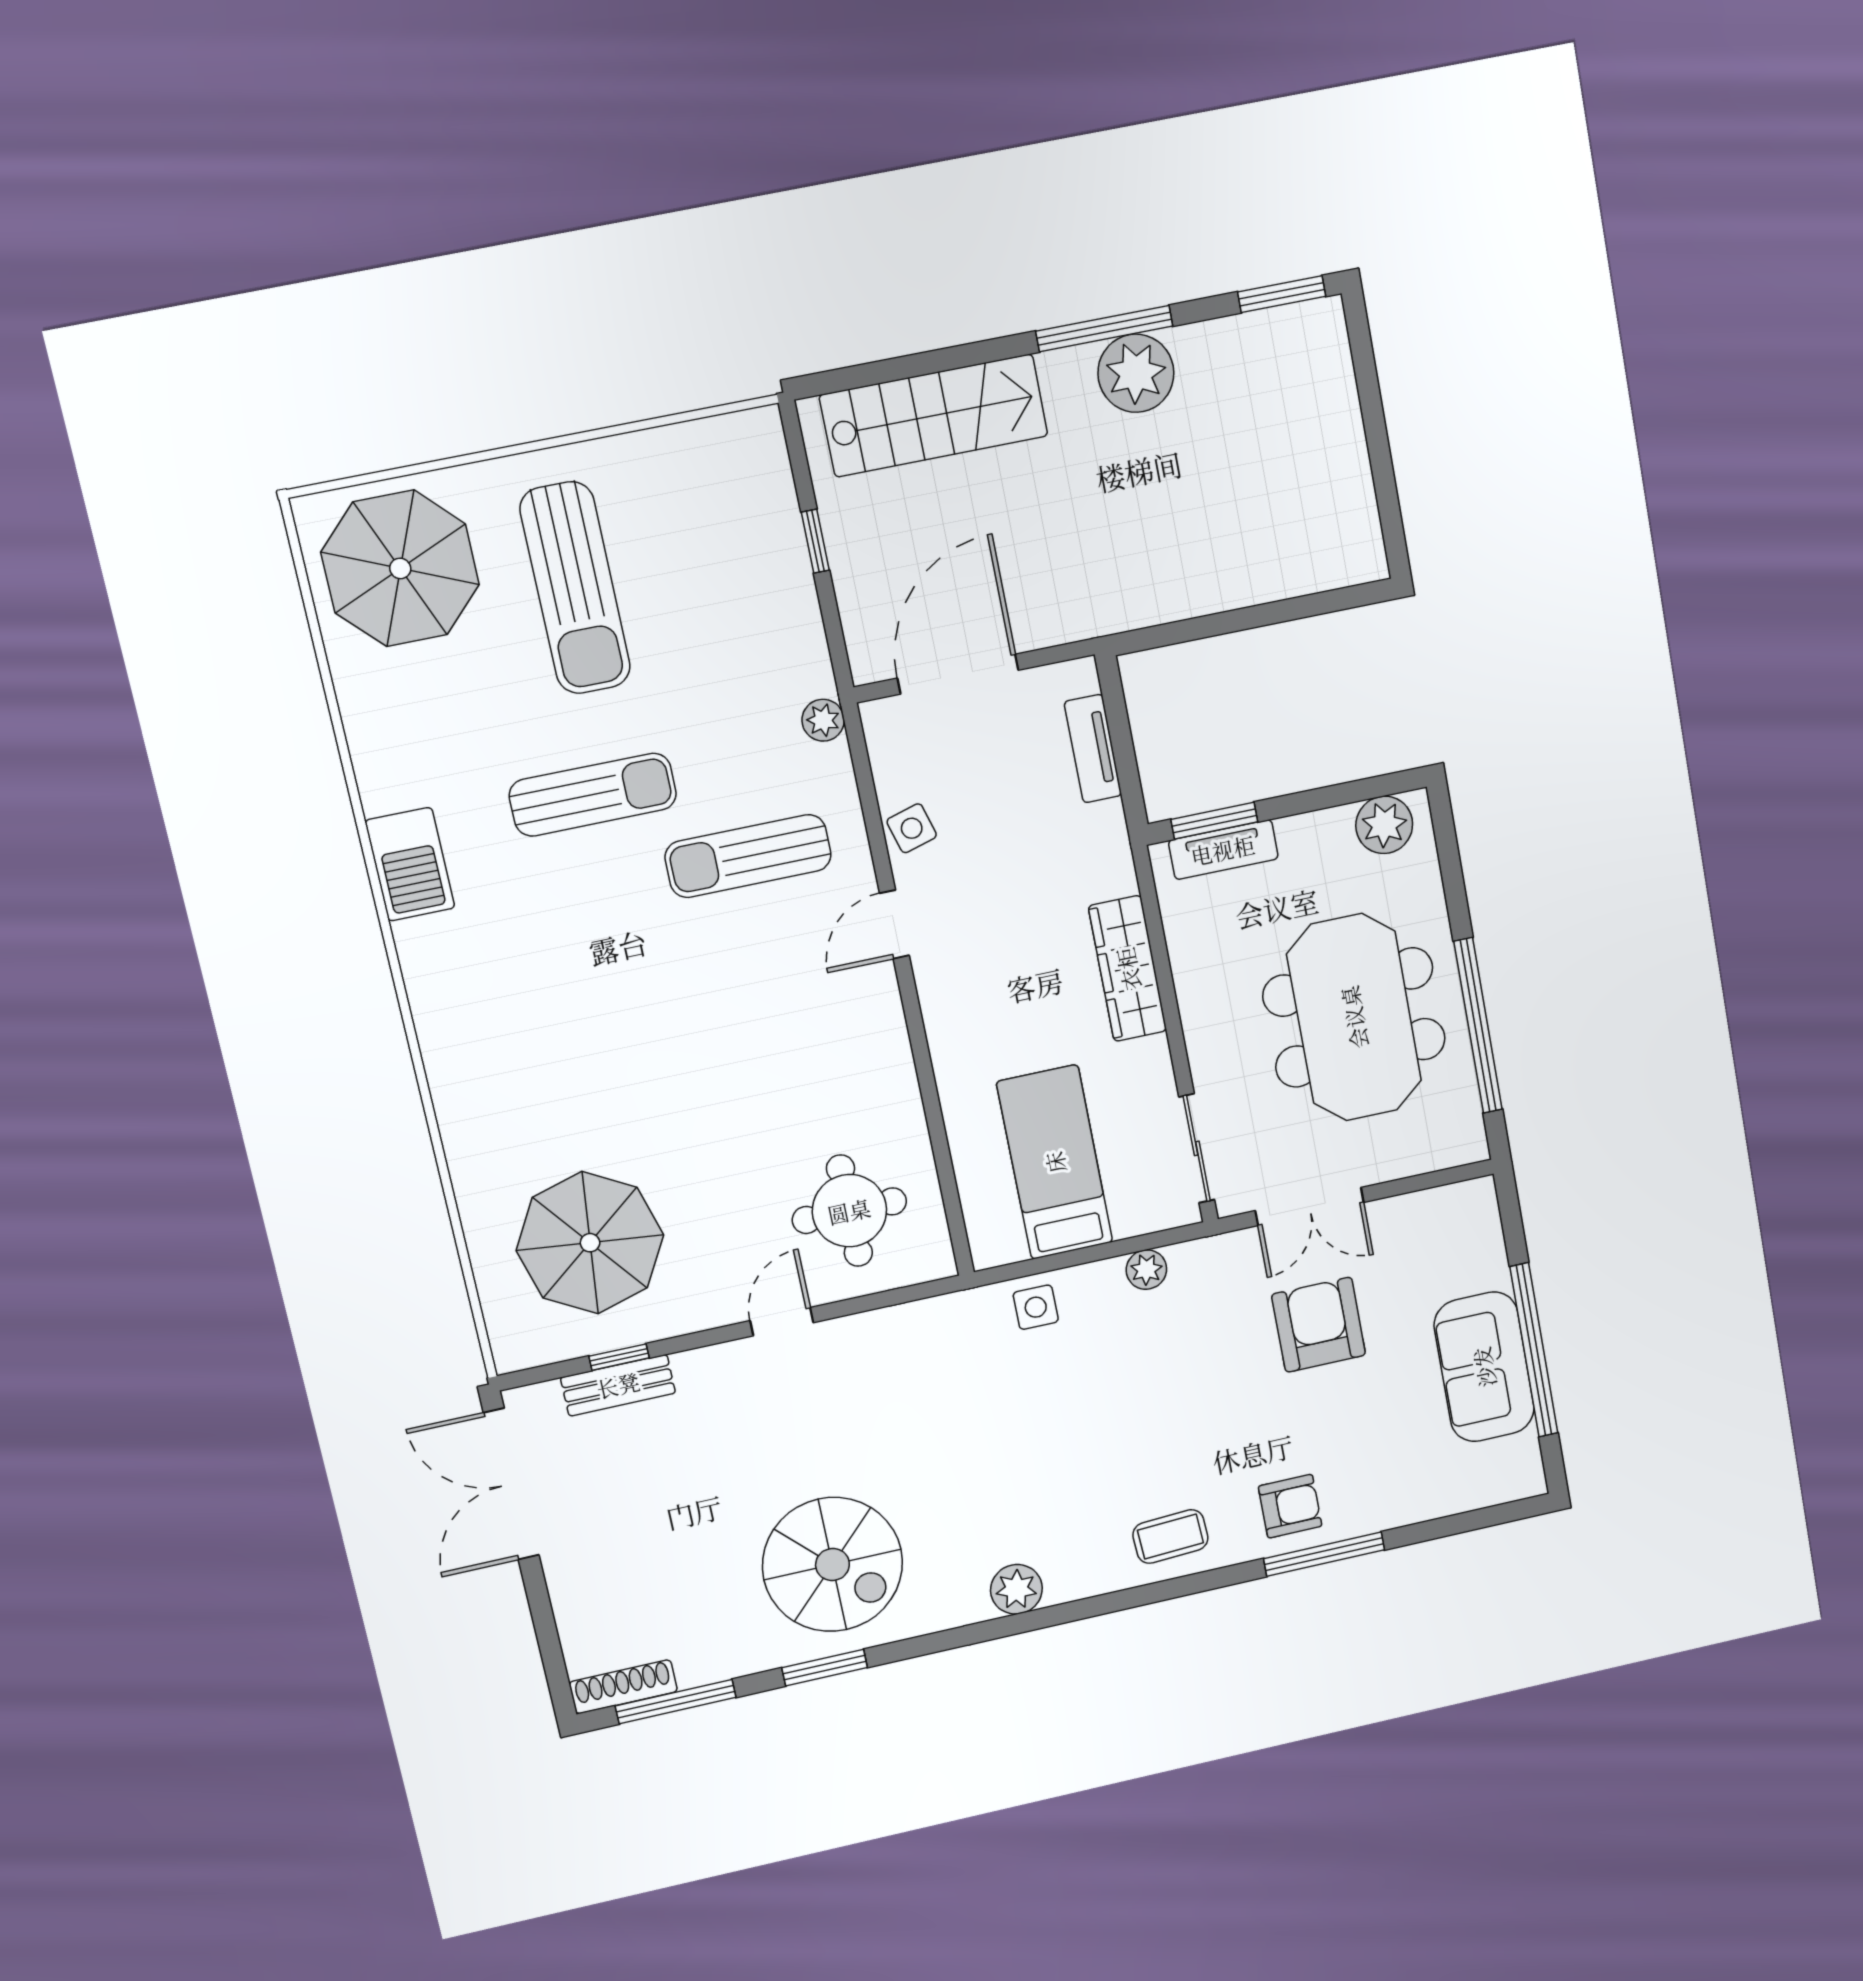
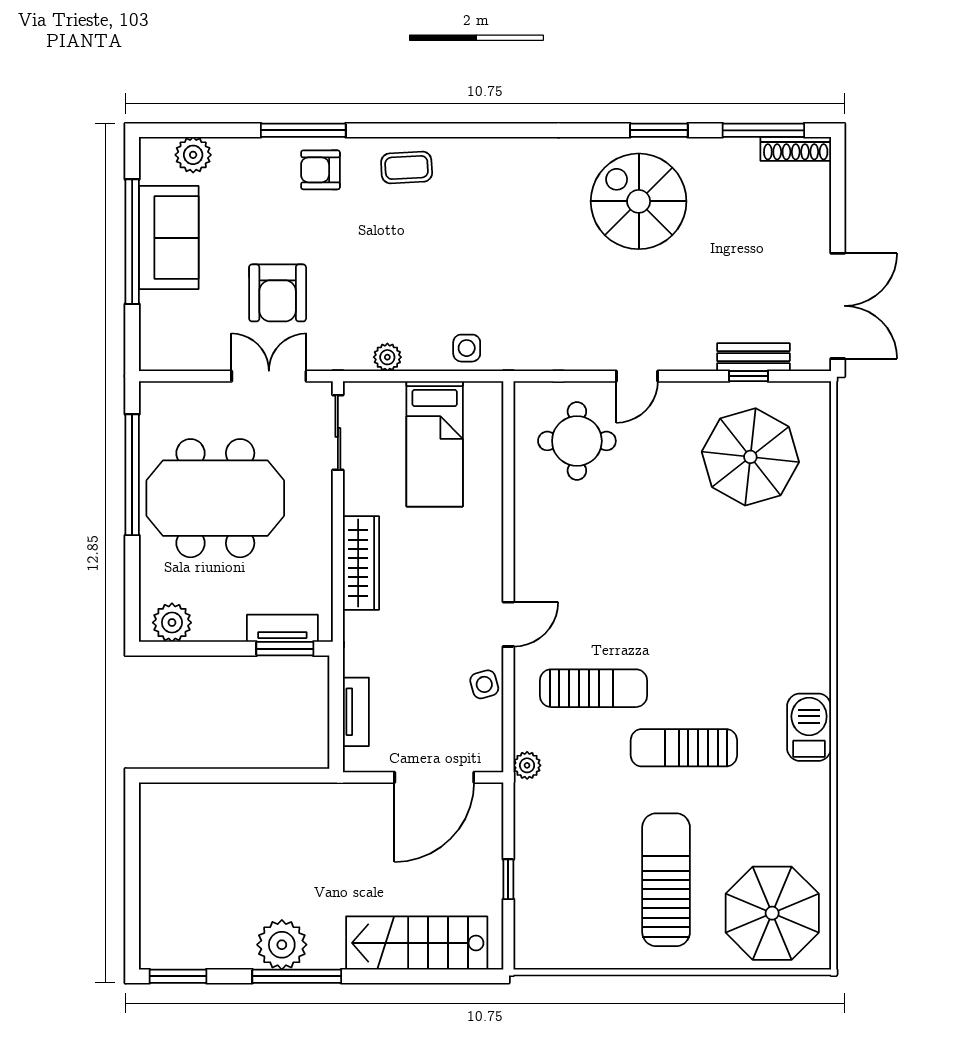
meeting table: (1354, 1017) -> (215, 498), turned 90
plant: (1016, 1589) -> (193, 155), moved

